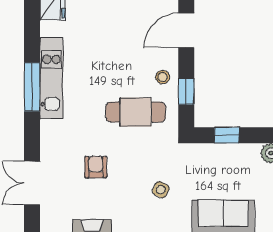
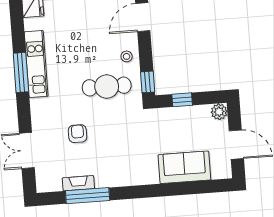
window: (186, 92) -> (148, 82), moved
side table: (161, 190) -> (132, 148), removed

